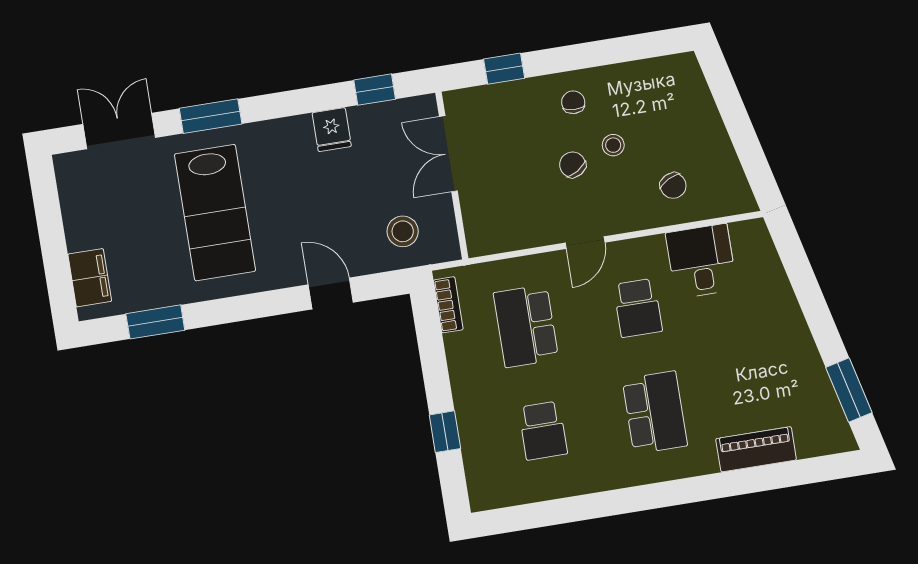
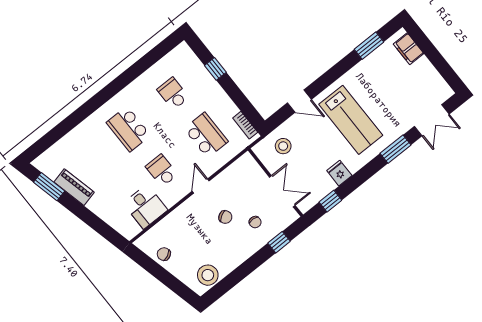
chair: (573, 102) -> (255, 222), moved
stool: (613, 145) -> (208, 275), moved, width x1.89, depth x1.89
chair: (673, 186) -> (164, 254), moved
lab bench: (215, 213) -> (351, 120), moved, turned 180
piano: (756, 449) -> (74, 187), moved, turned -103

